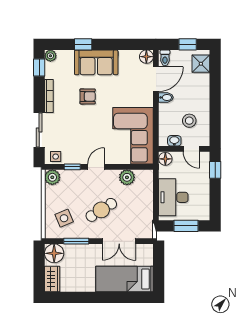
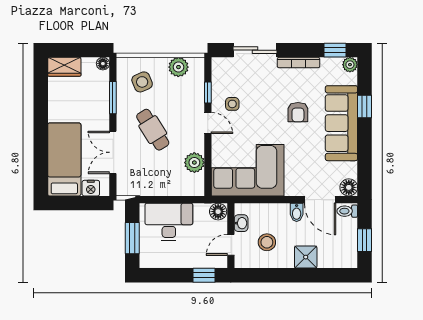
sofa: (96, 62) -> (341, 123), width x1.36
shower: (201, 64) -> (306, 257), moved
side table: (56, 157) -> (232, 104), moved
plant: (52, 177) -> (178, 67), moved
floor lamp: (54, 253) -> (103, 64), width x0.53, depth x0.53
nightstand: (147, 258) -> (91, 188), added

